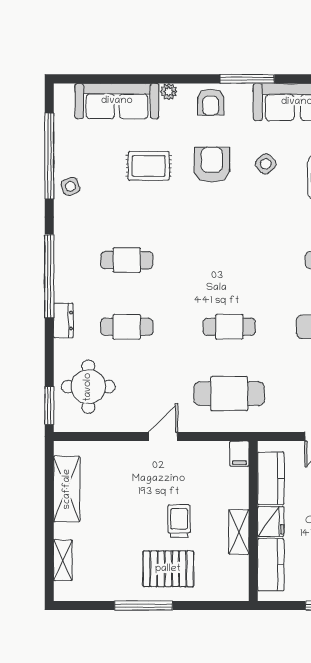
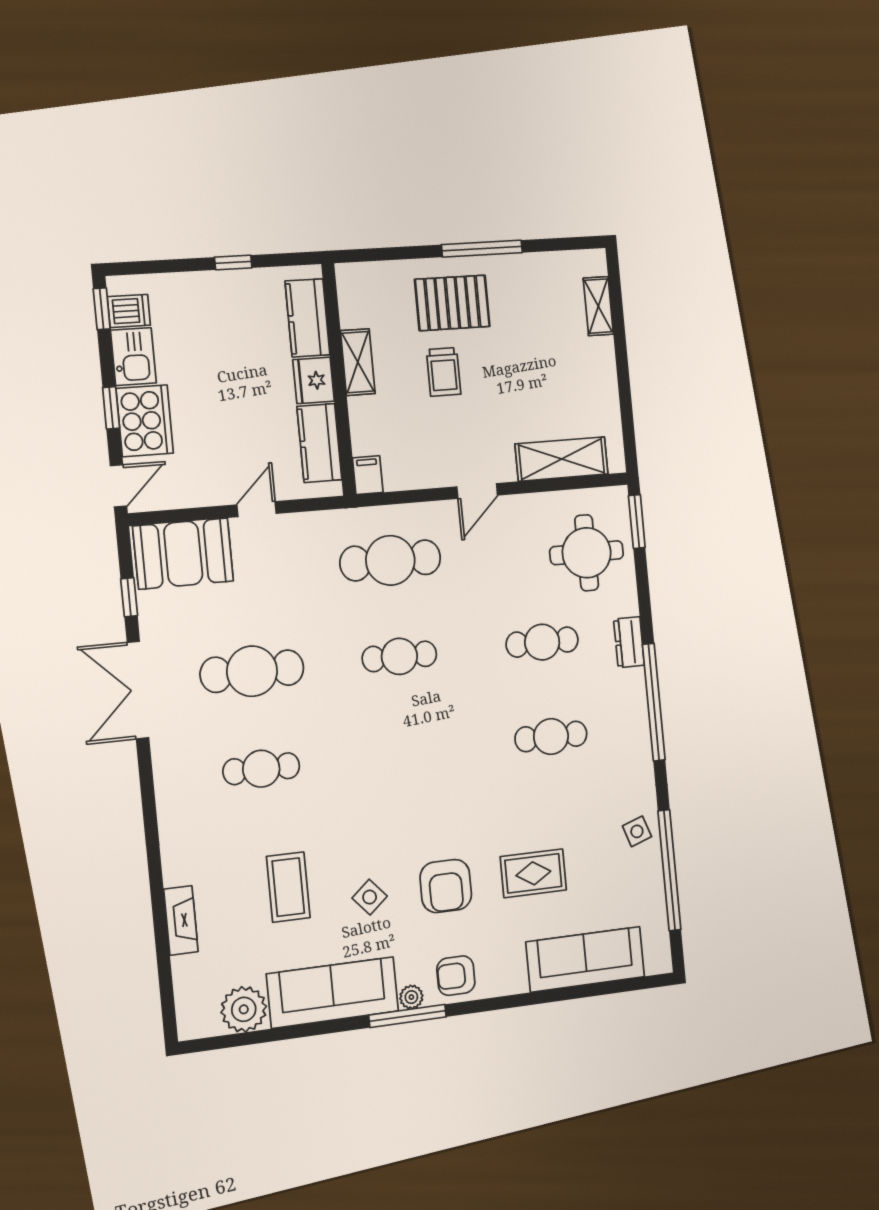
plant: (169, 92) -> (411, 997), moved
armchair: (211, 102) -> (456, 976), turned -90
shelving: (67, 489) -> (562, 459), moved, turned 90

